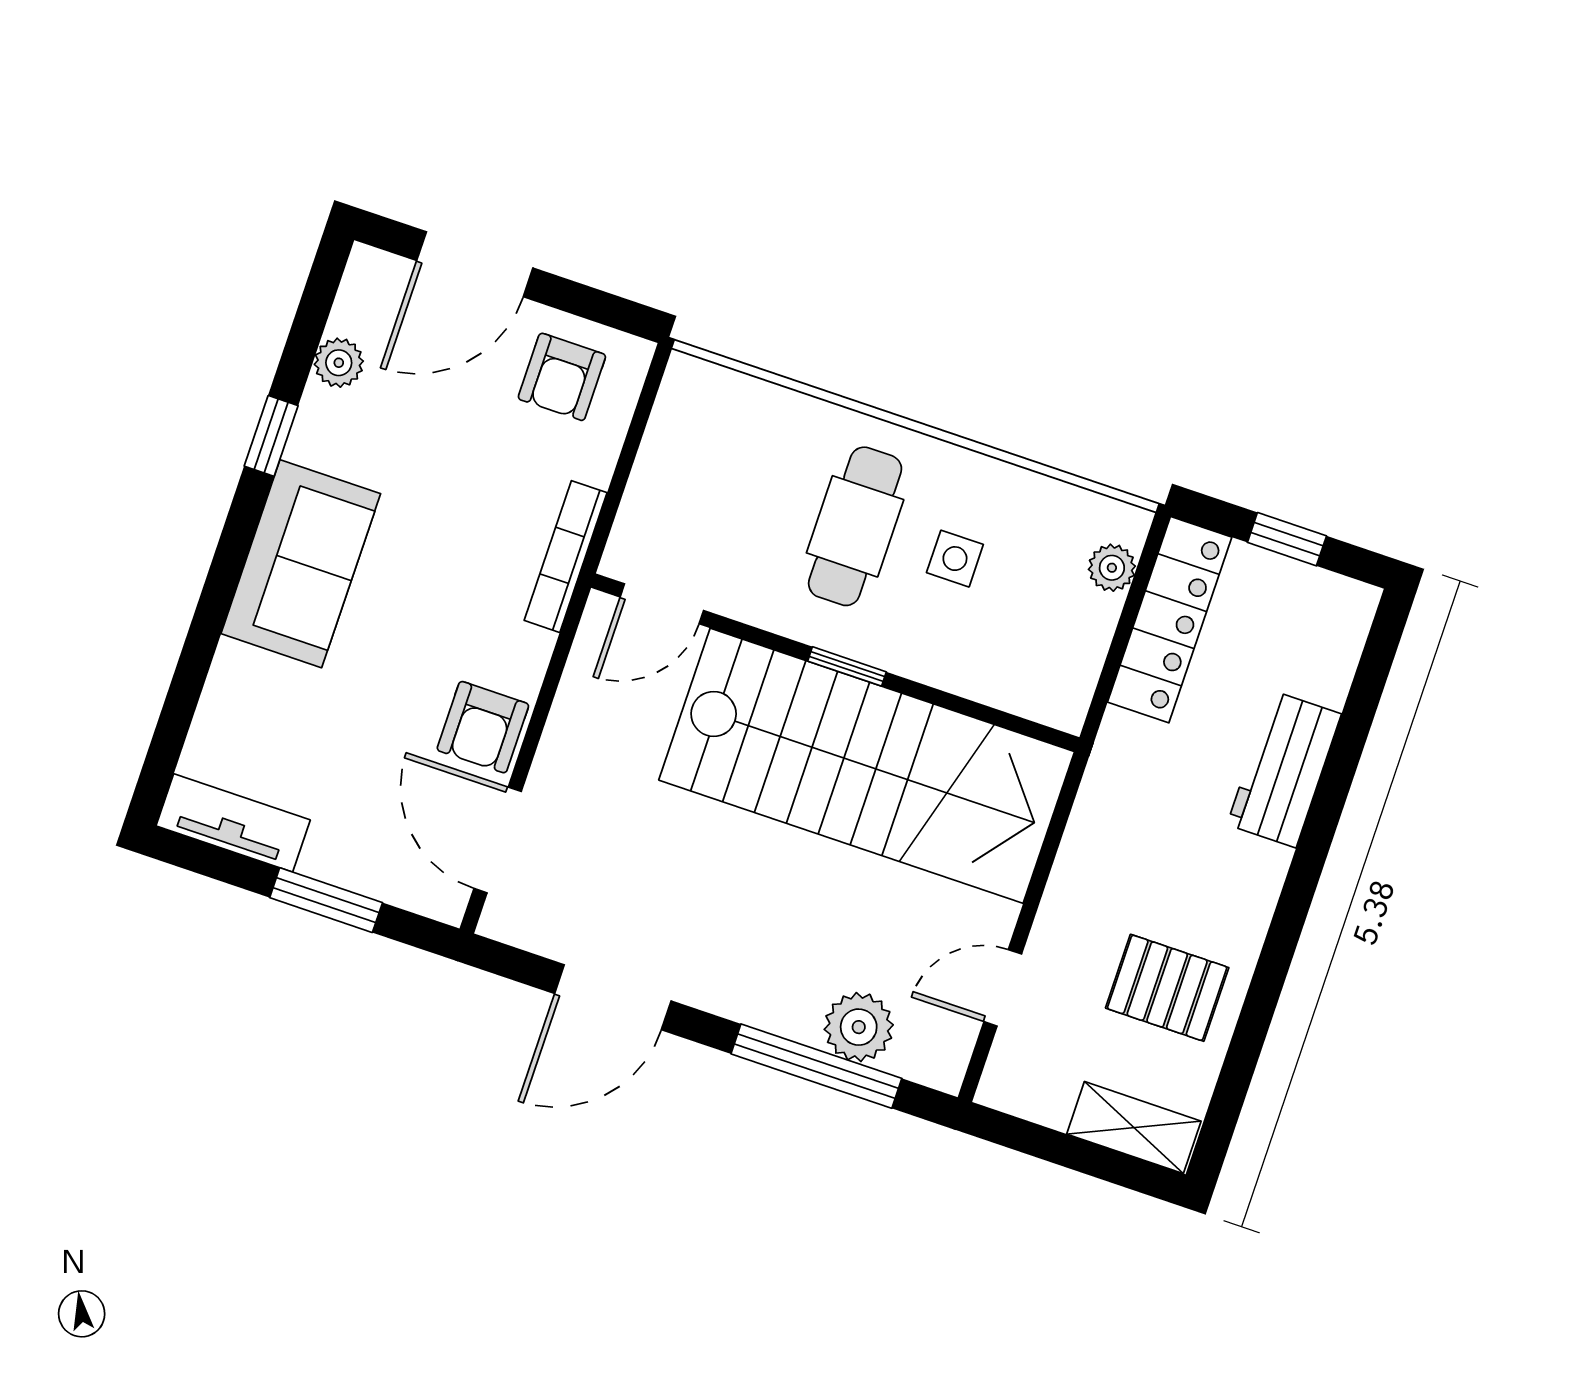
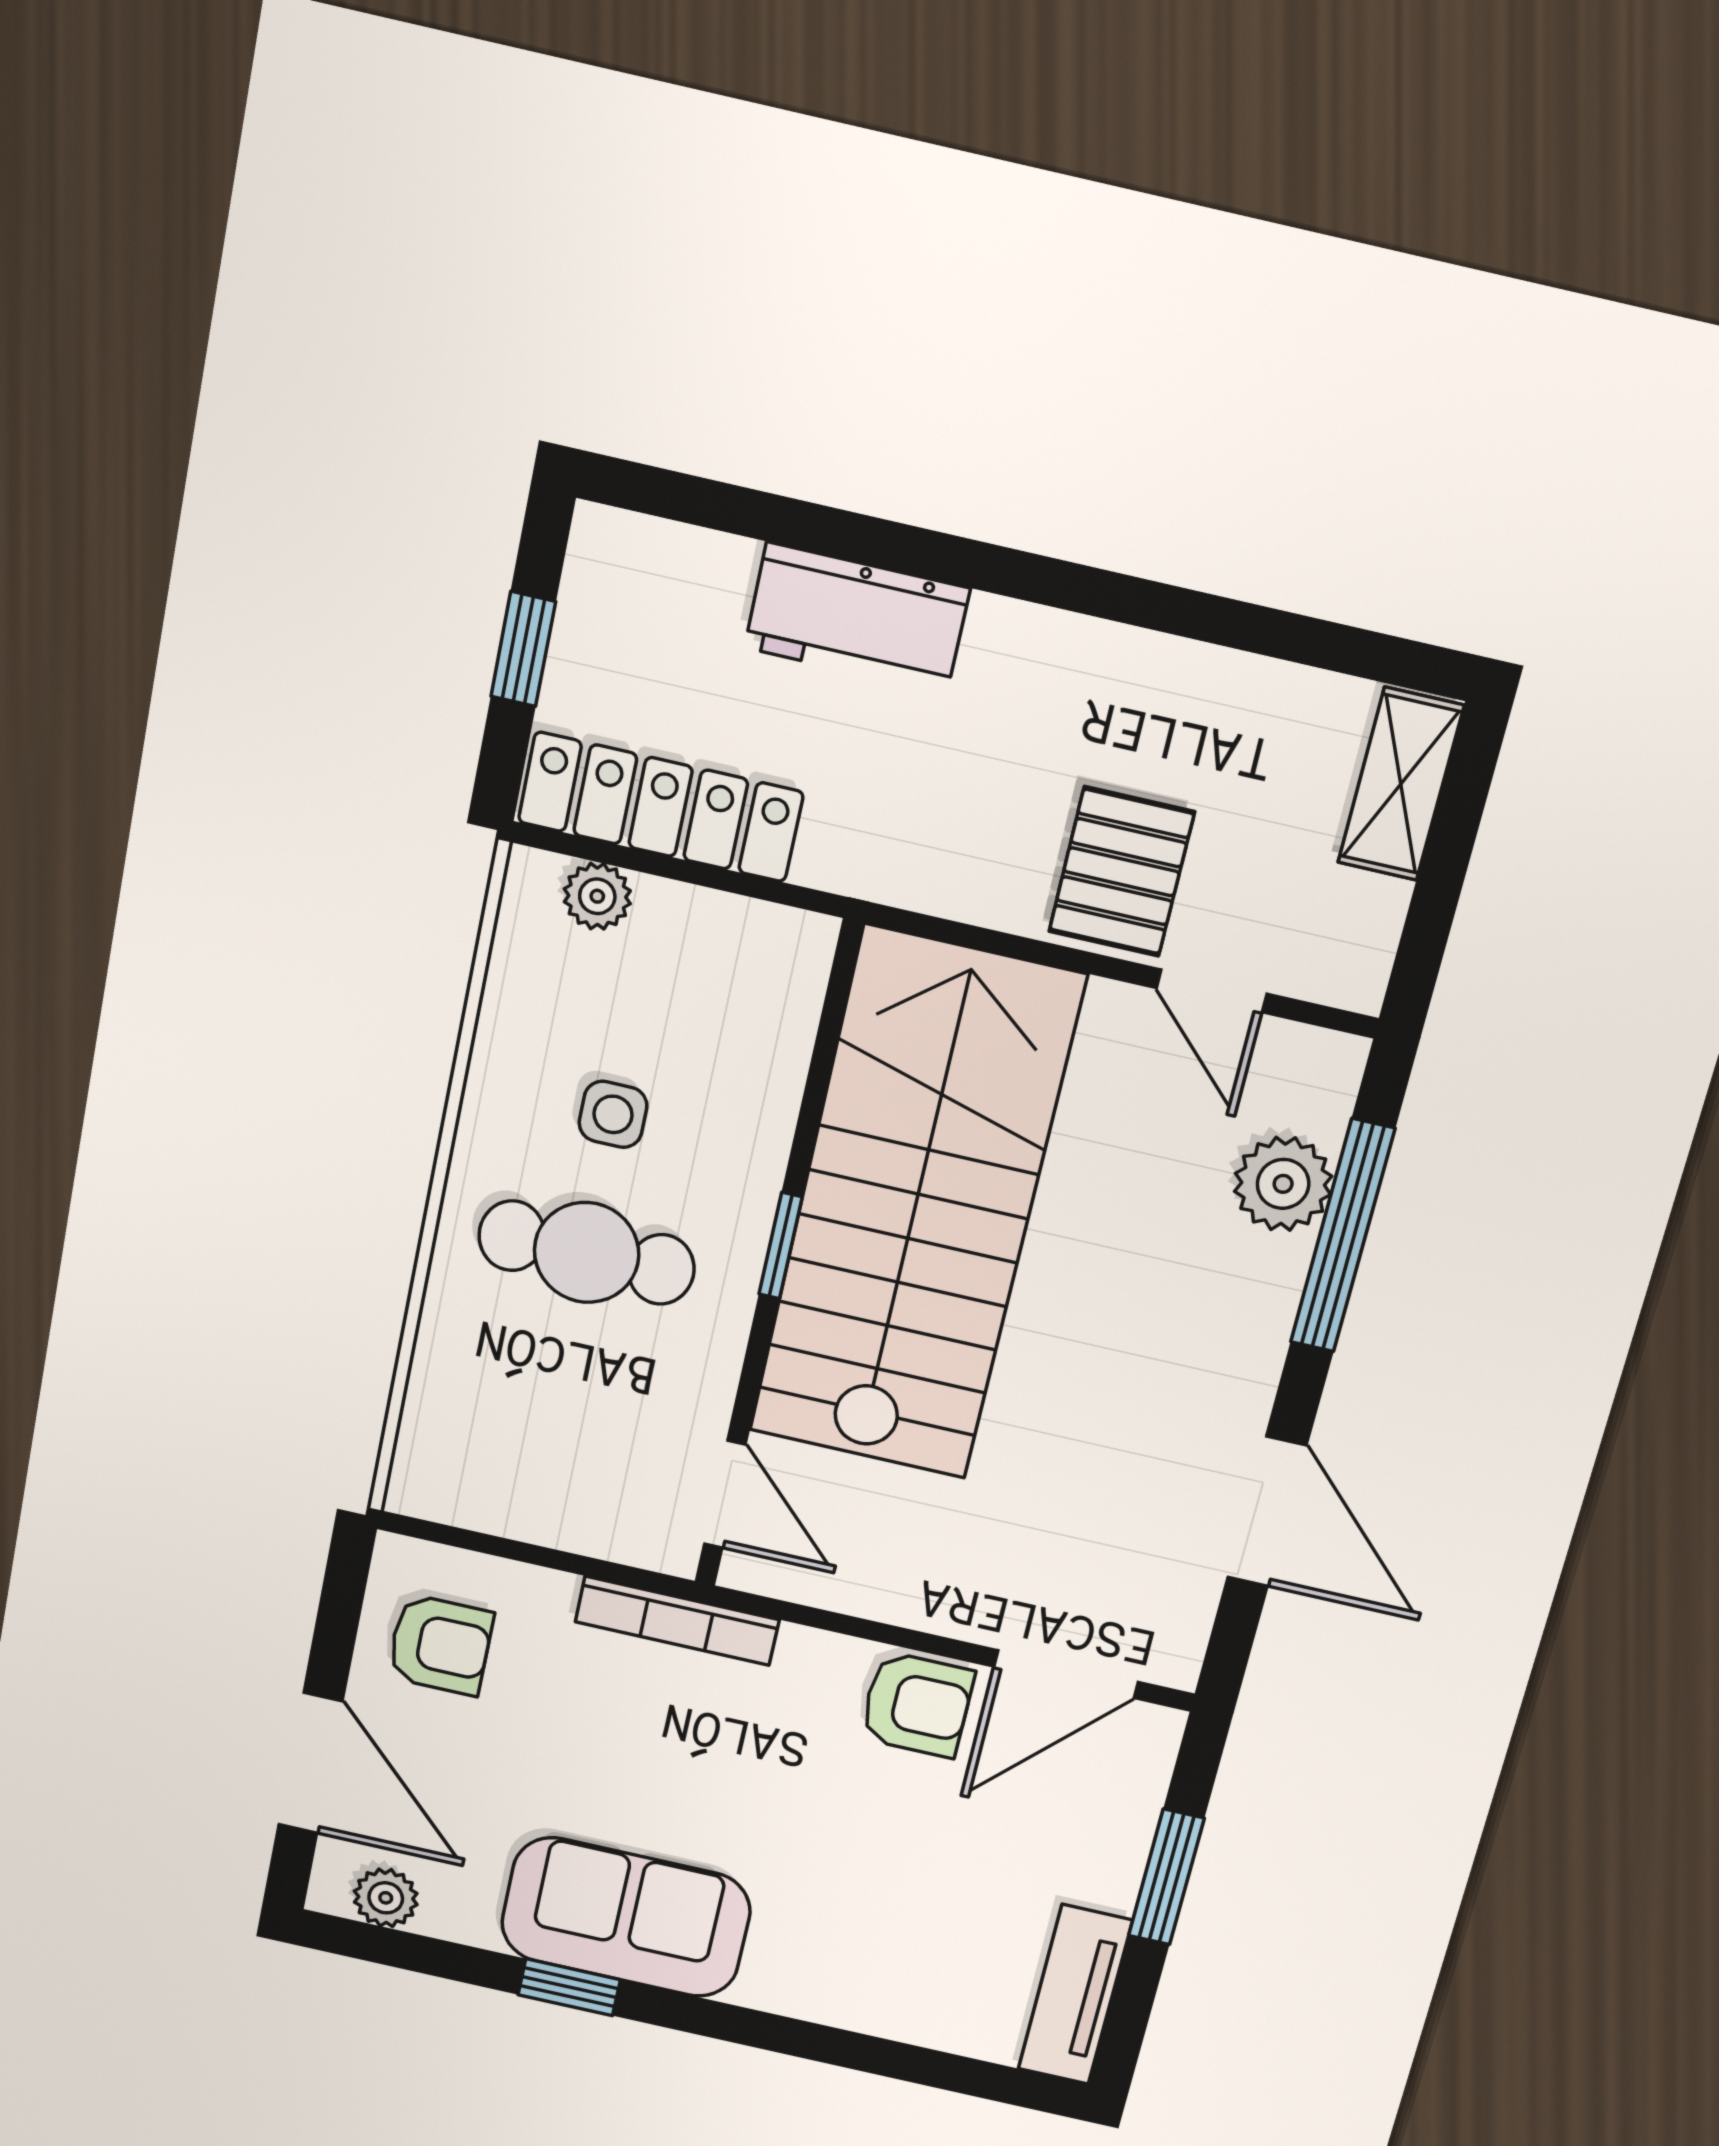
plant: (339, 363) -> (386, 1898), moved
sofa: (301, 564) -> (626, 1917), moved
pallet: (1167, 988) -> (1122, 872), moved

